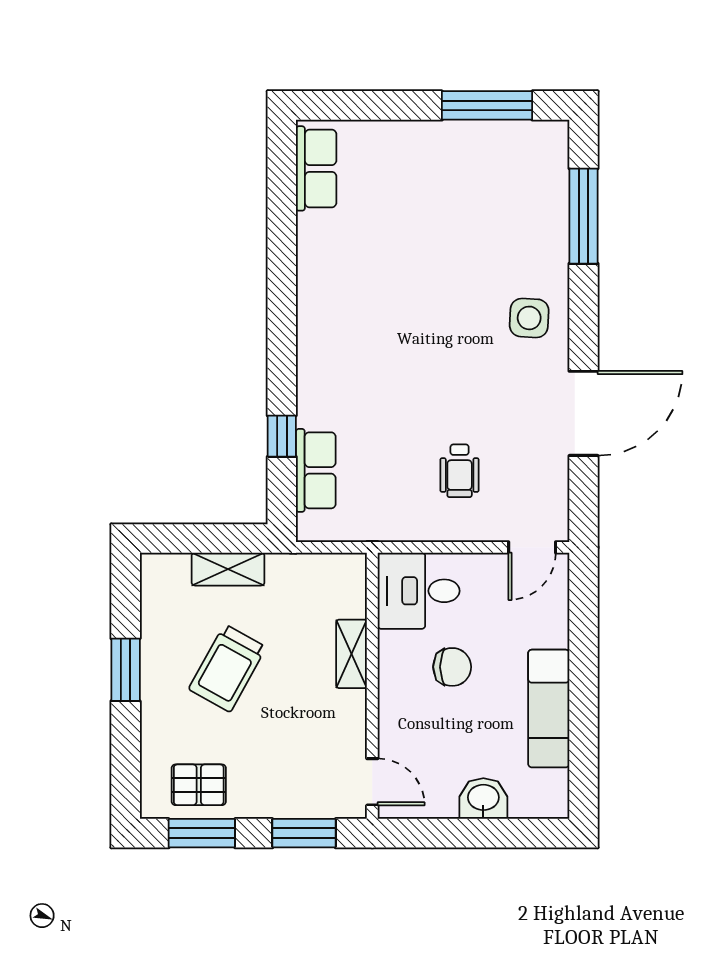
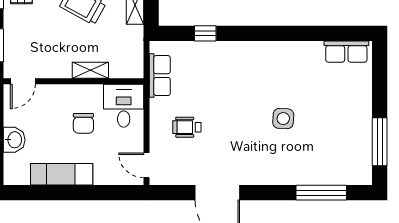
side table: (529, 318) -> (283, 119), moved
row of seats: (316, 470) -> (160, 76), moved, turned -90

